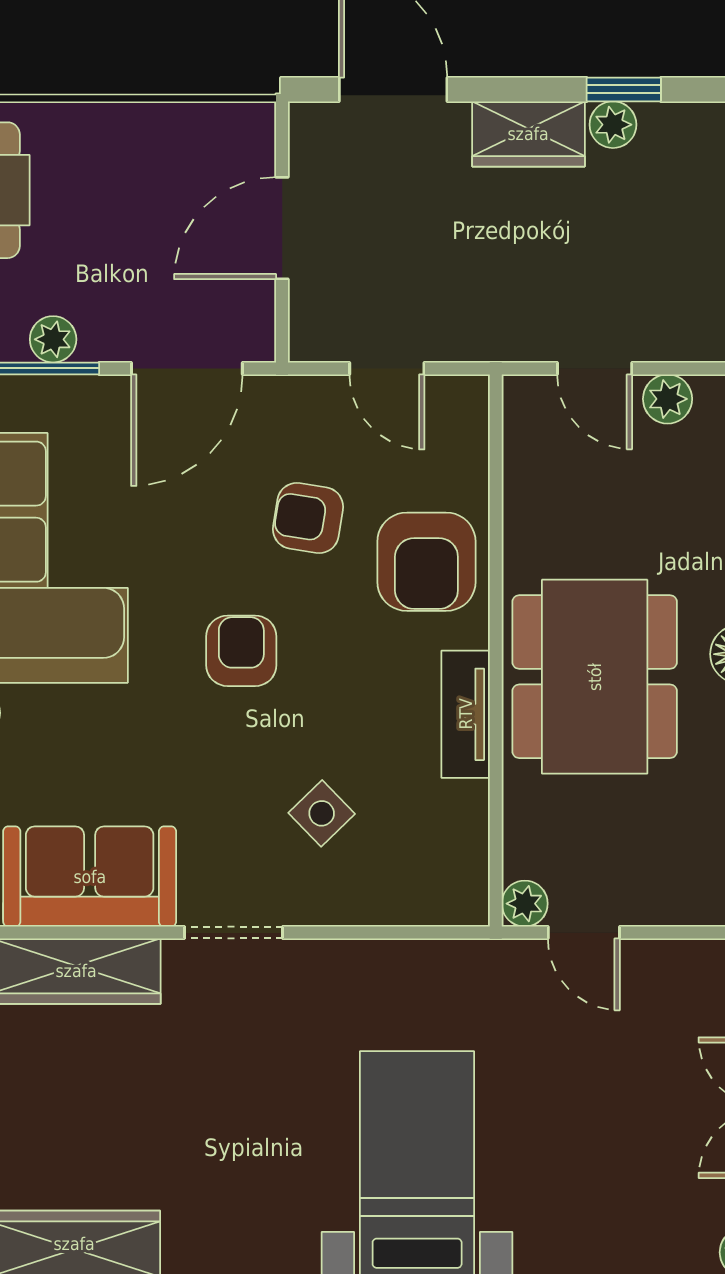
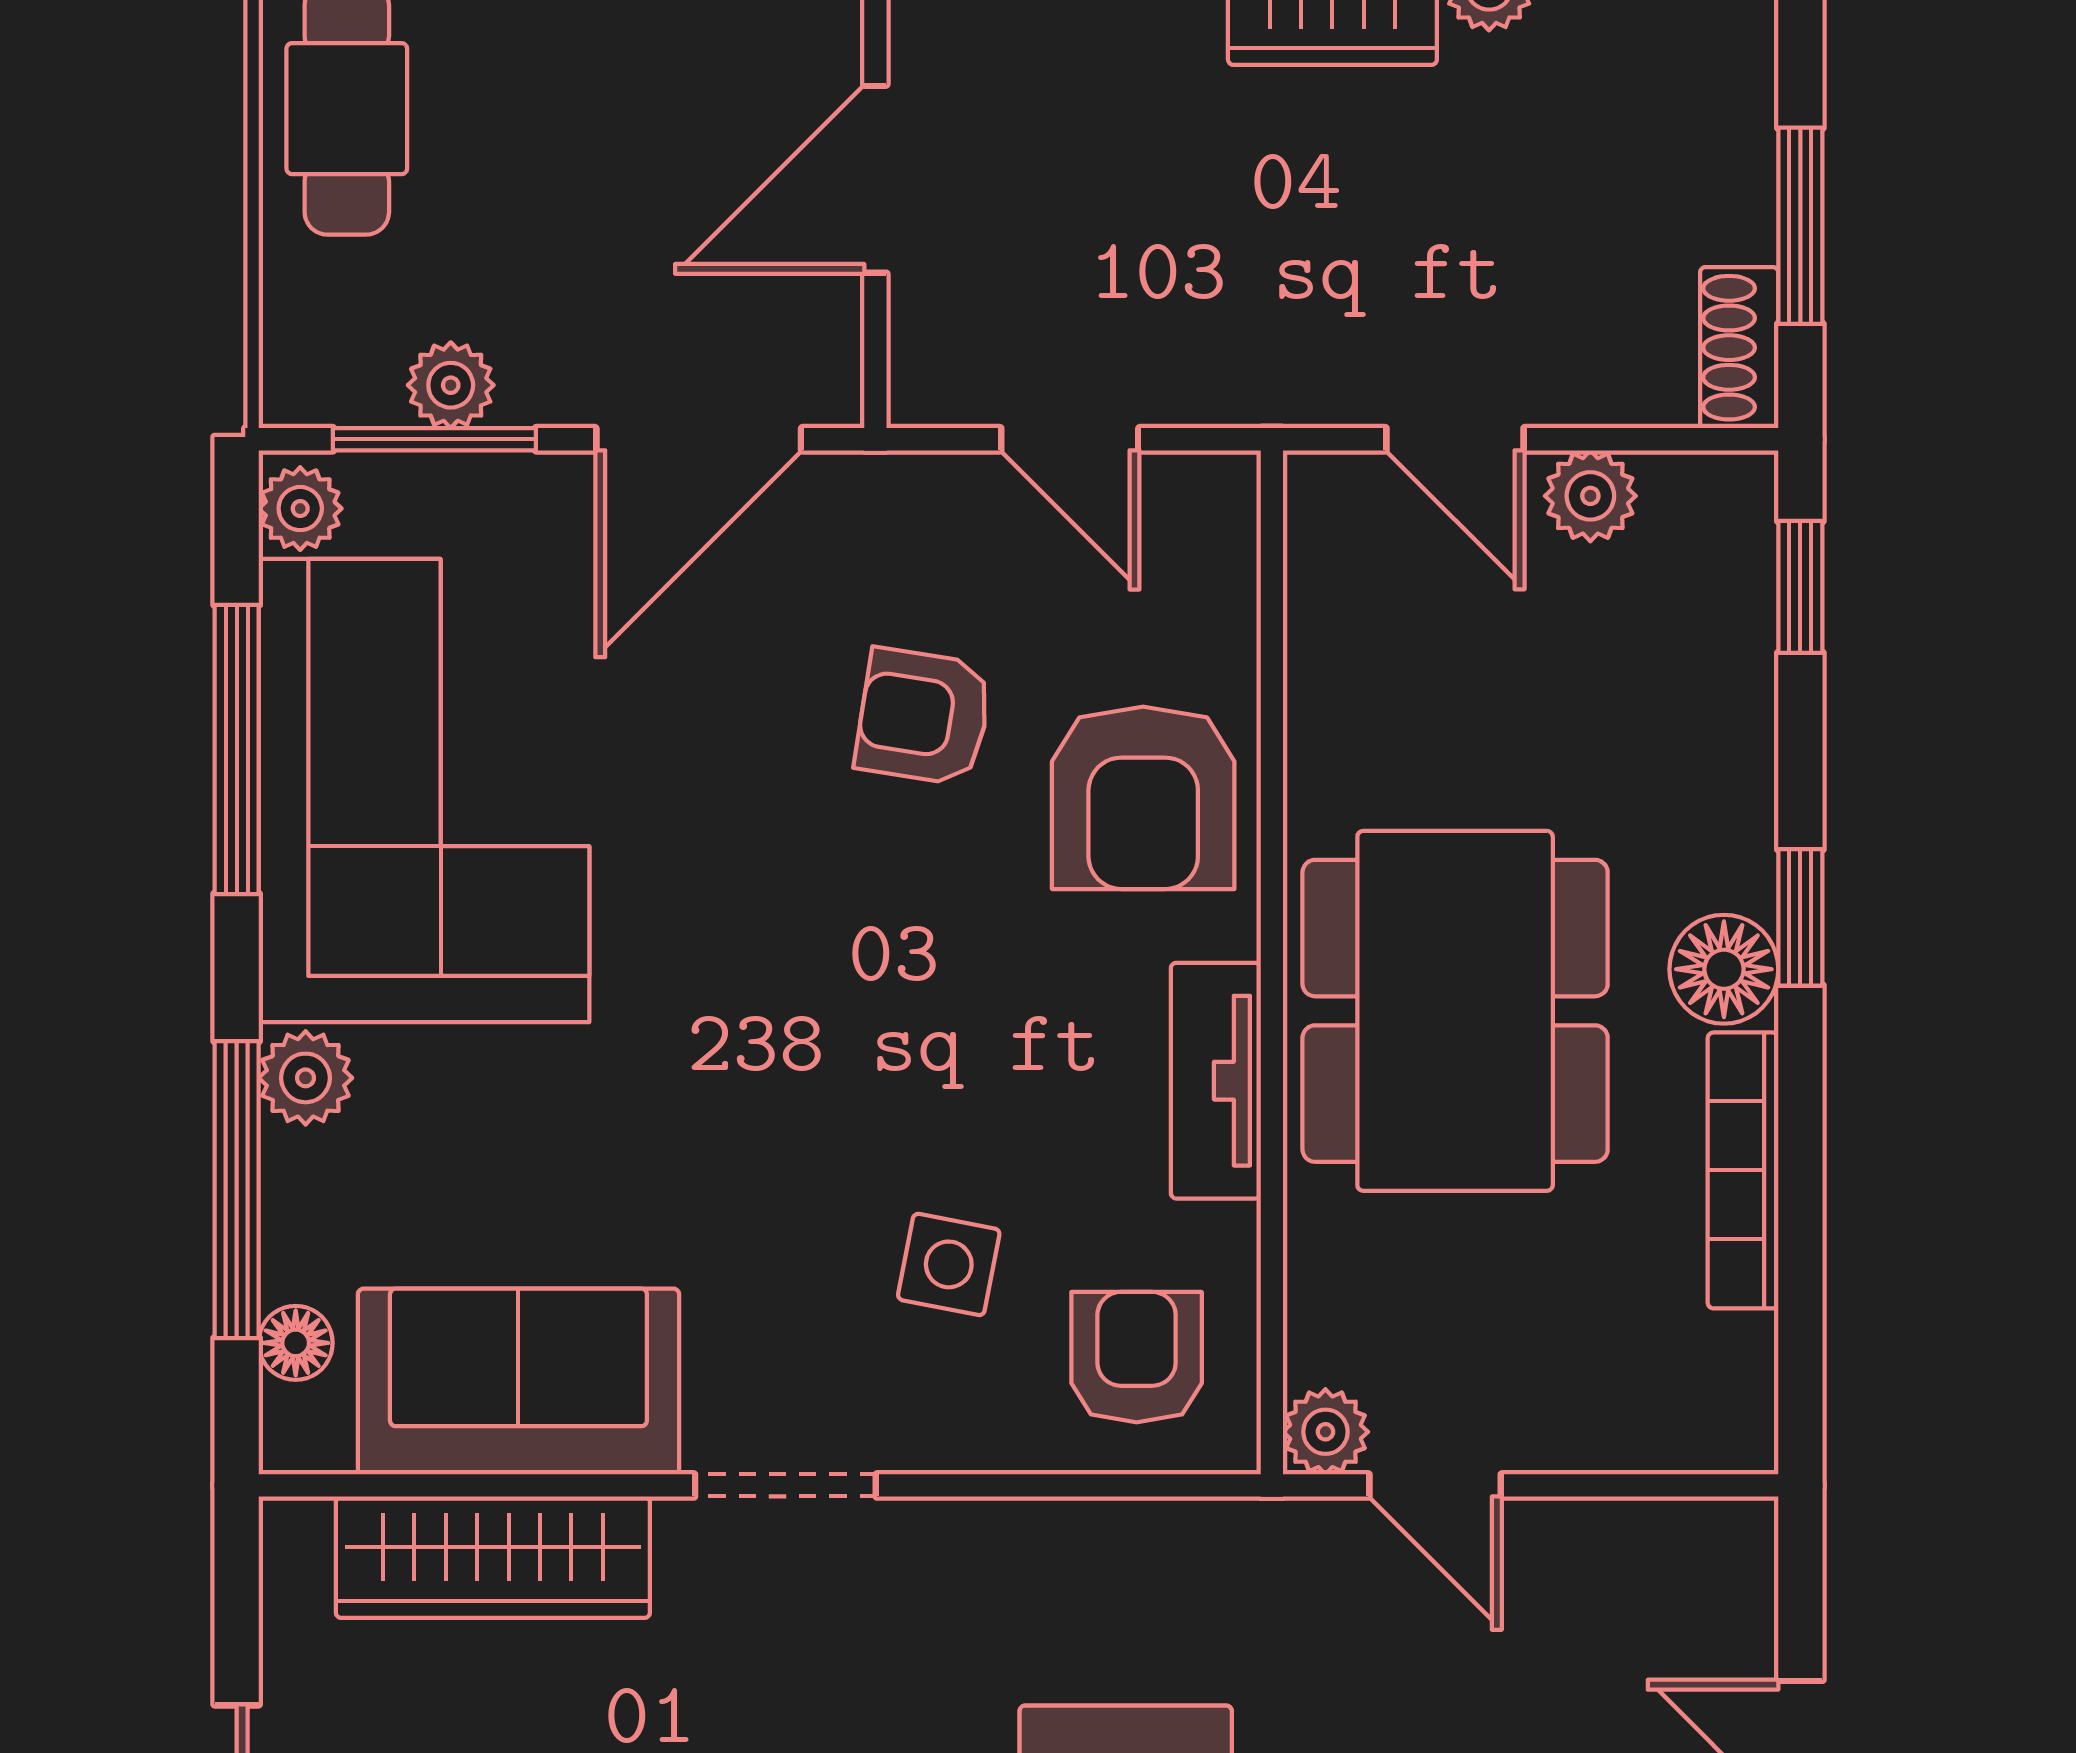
armchair: (241, 651) -> (1137, 1357), moved
side table: (322, 813) -> (949, 1264), turned -35

